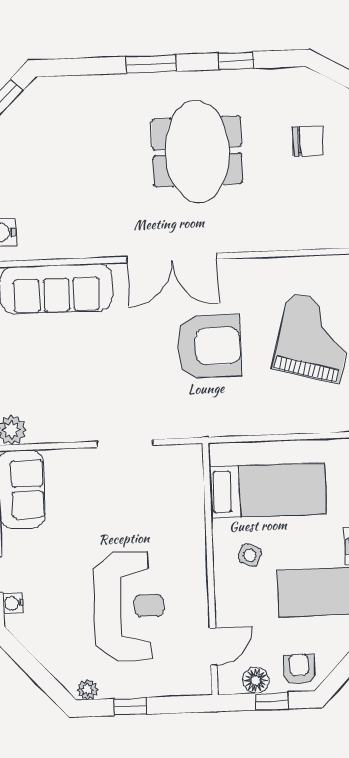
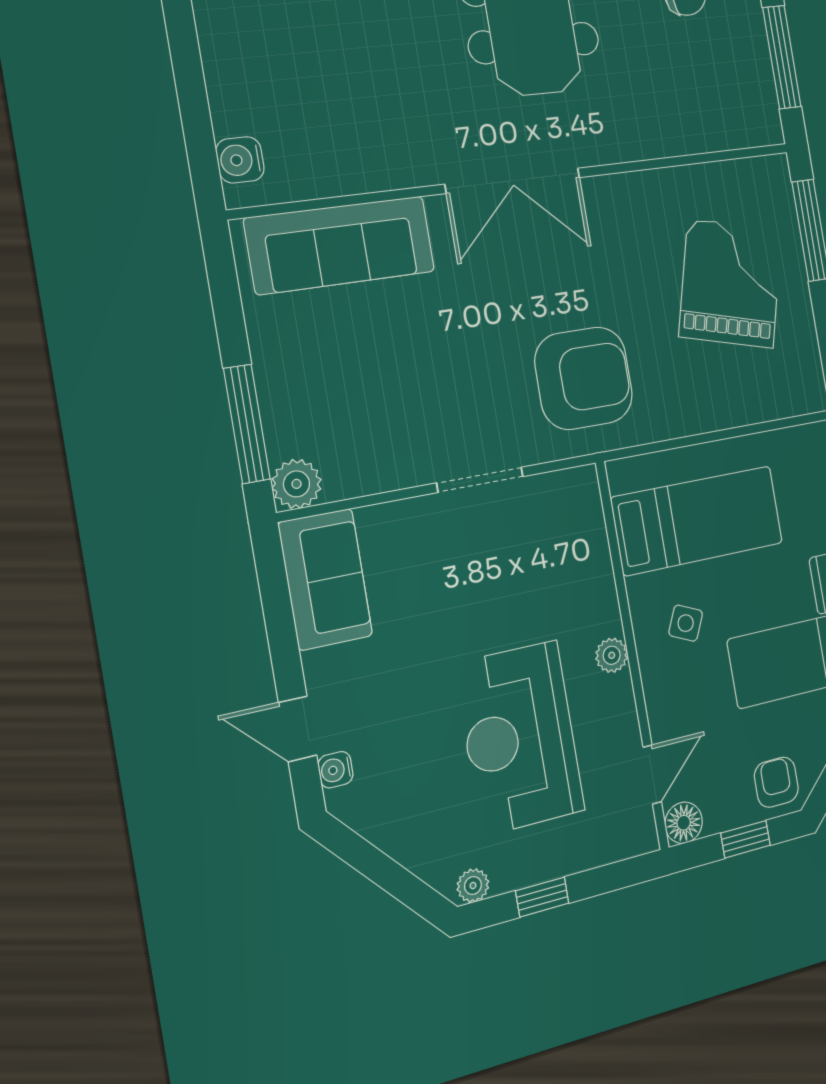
armchair: (209, 346) -> (584, 378), moved
plant: (196, 567) -> (612, 655), added
reception desk: (129, 606) -> (520, 737), turned 180
floor lamp: (256, 680) -> (684, 823), moved

